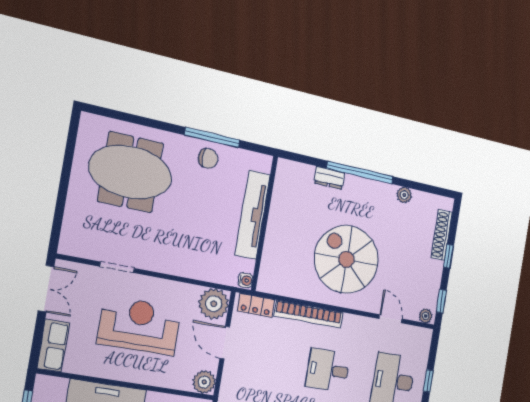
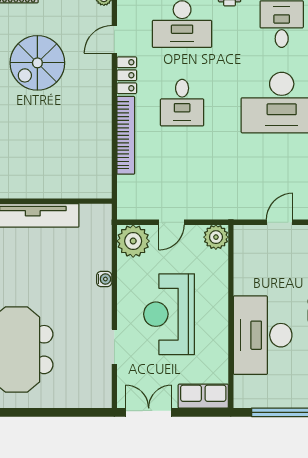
spiral stairs: (346, 259) -> (37, 63), moved, width x0.73, depth x0.73
water cooler: (245, 280) -> (104, 279), moved, turned 90
locker: (256, 305) -> (127, 75), moved
door: (225, 343) -> (172, 222), width x0.73

